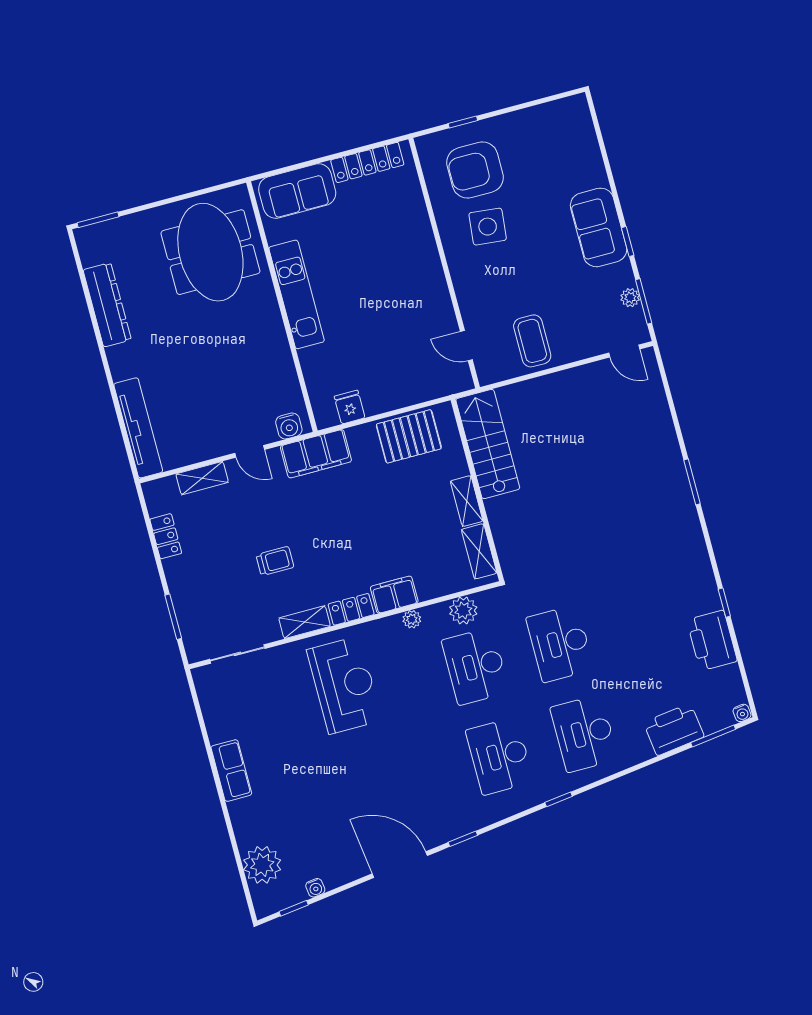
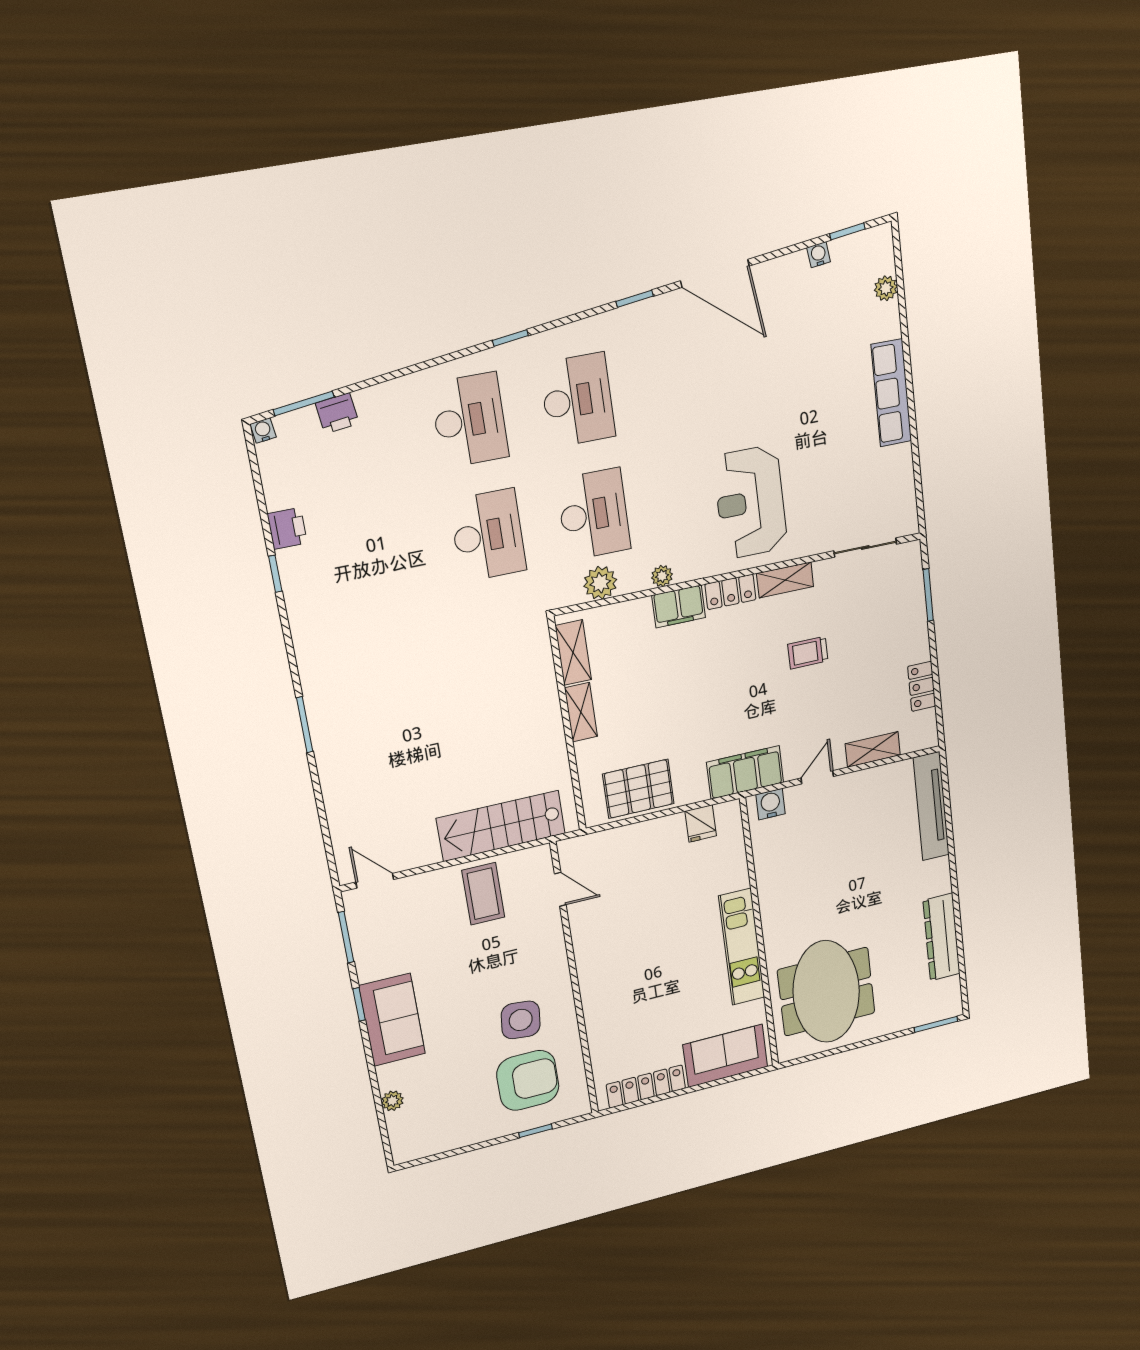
plant: (630, 298) -> (392, 1101), moved
stairs: (488, 444) -> (501, 826), moved, turned 90
door: (250, 451) -> (817, 777), hinge flipped
printer: (712, 640) -> (287, 528), width x0.53, depth x0.68
printer: (674, 729) -> (337, 413), width x0.53, depth x0.68
row of seats: (231, 771) -> (891, 393), width x1.48
plant: (262, 865) -> (886, 288), width x0.53, depth x0.53

